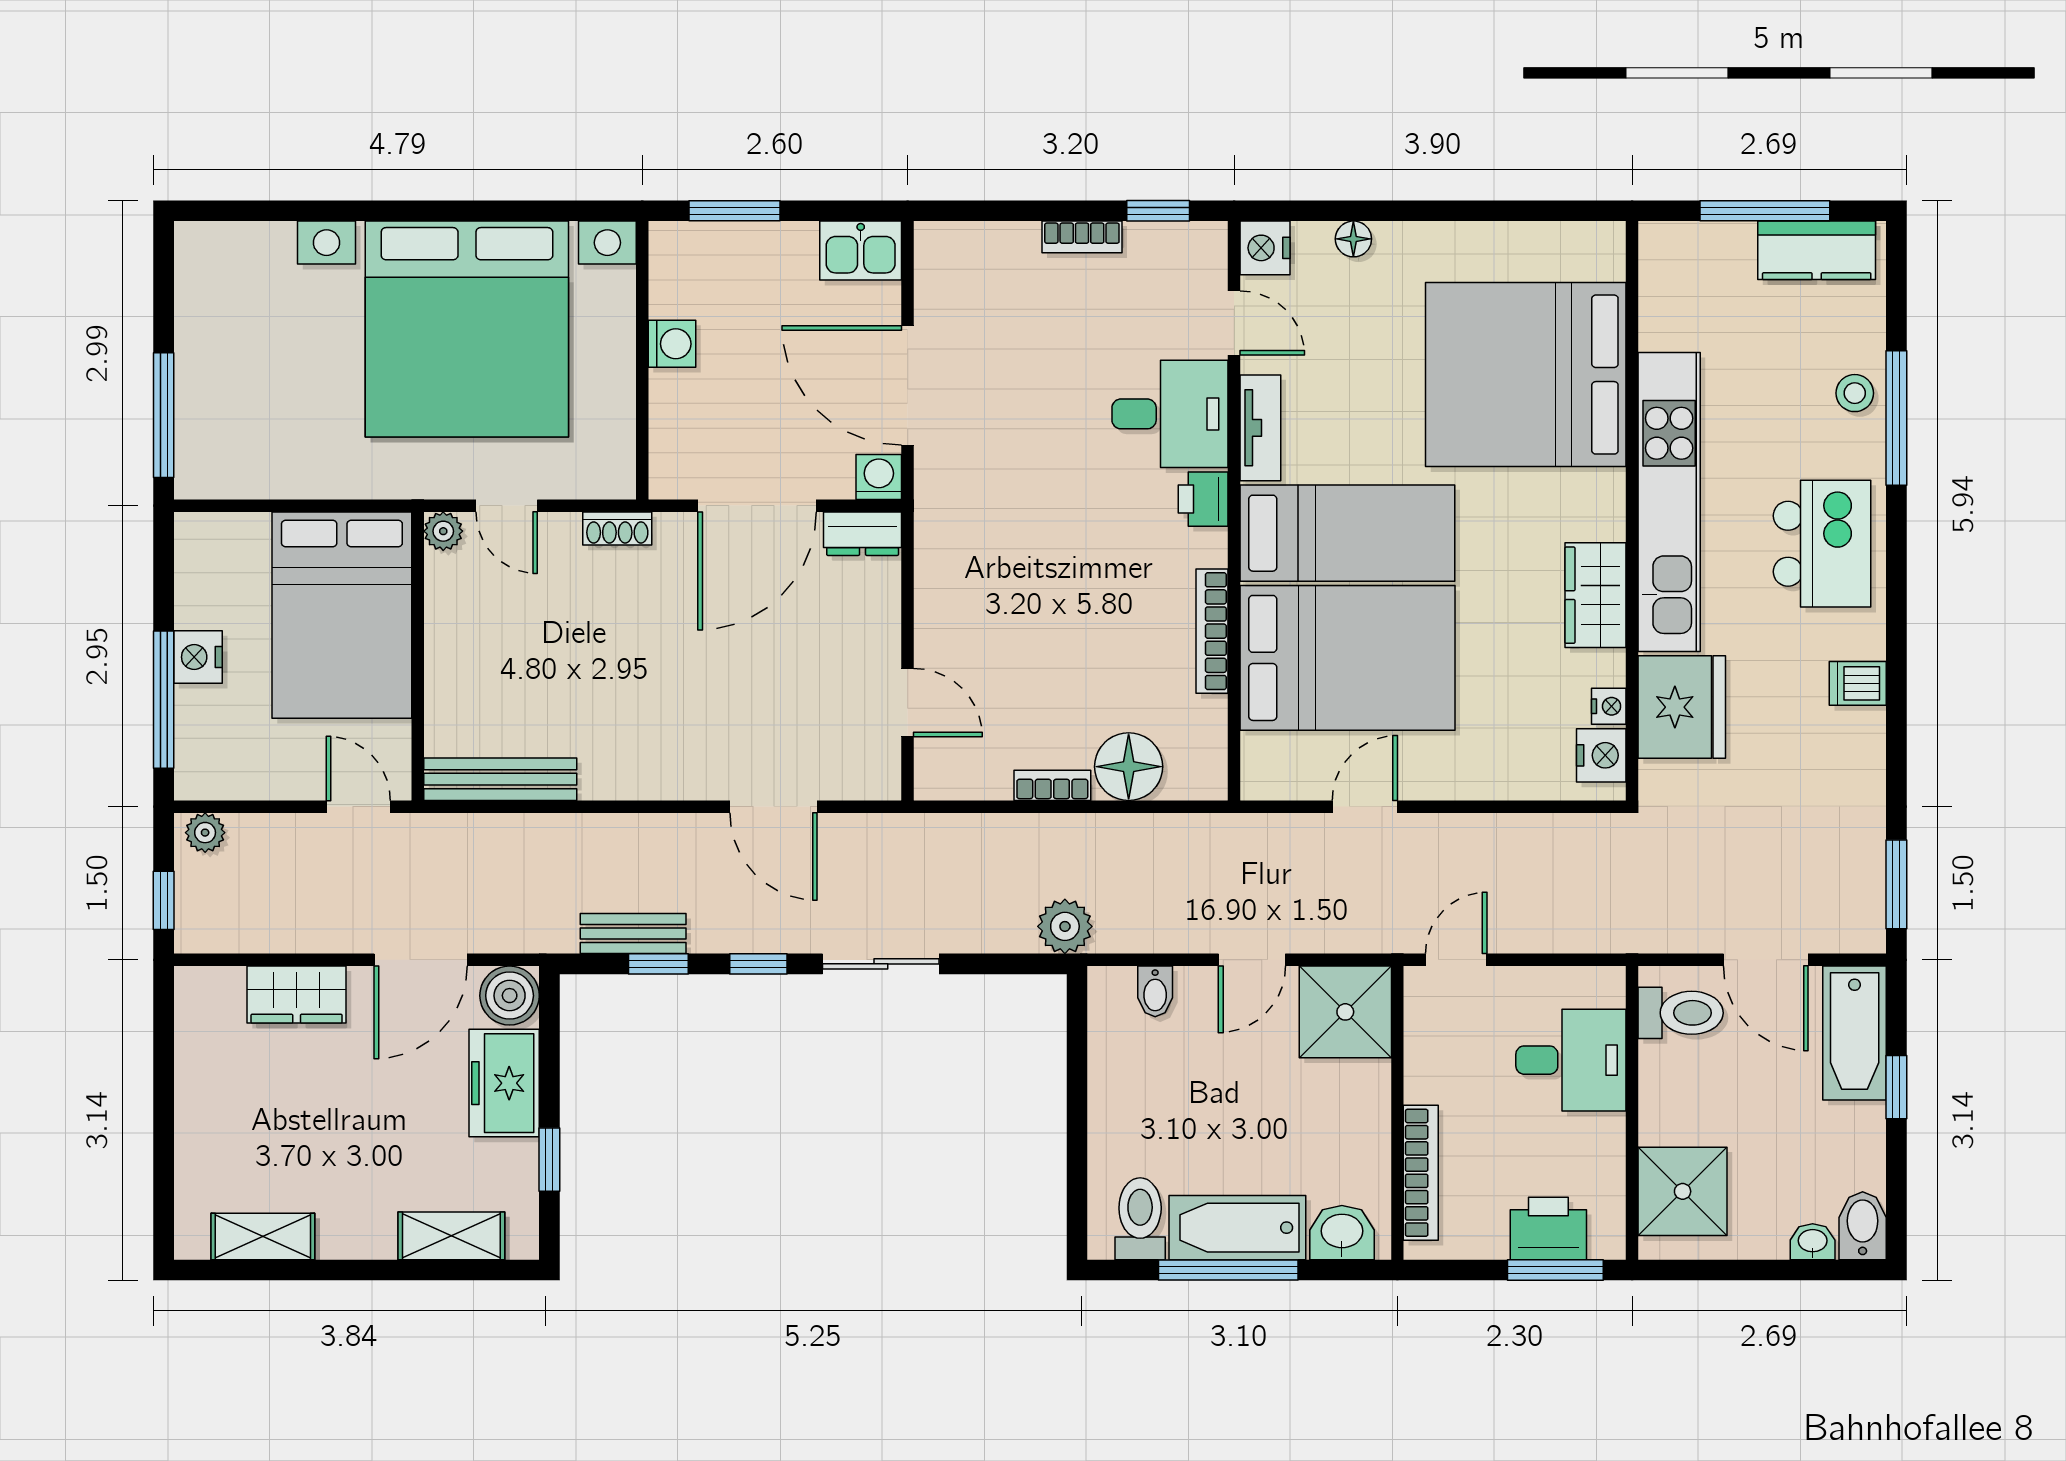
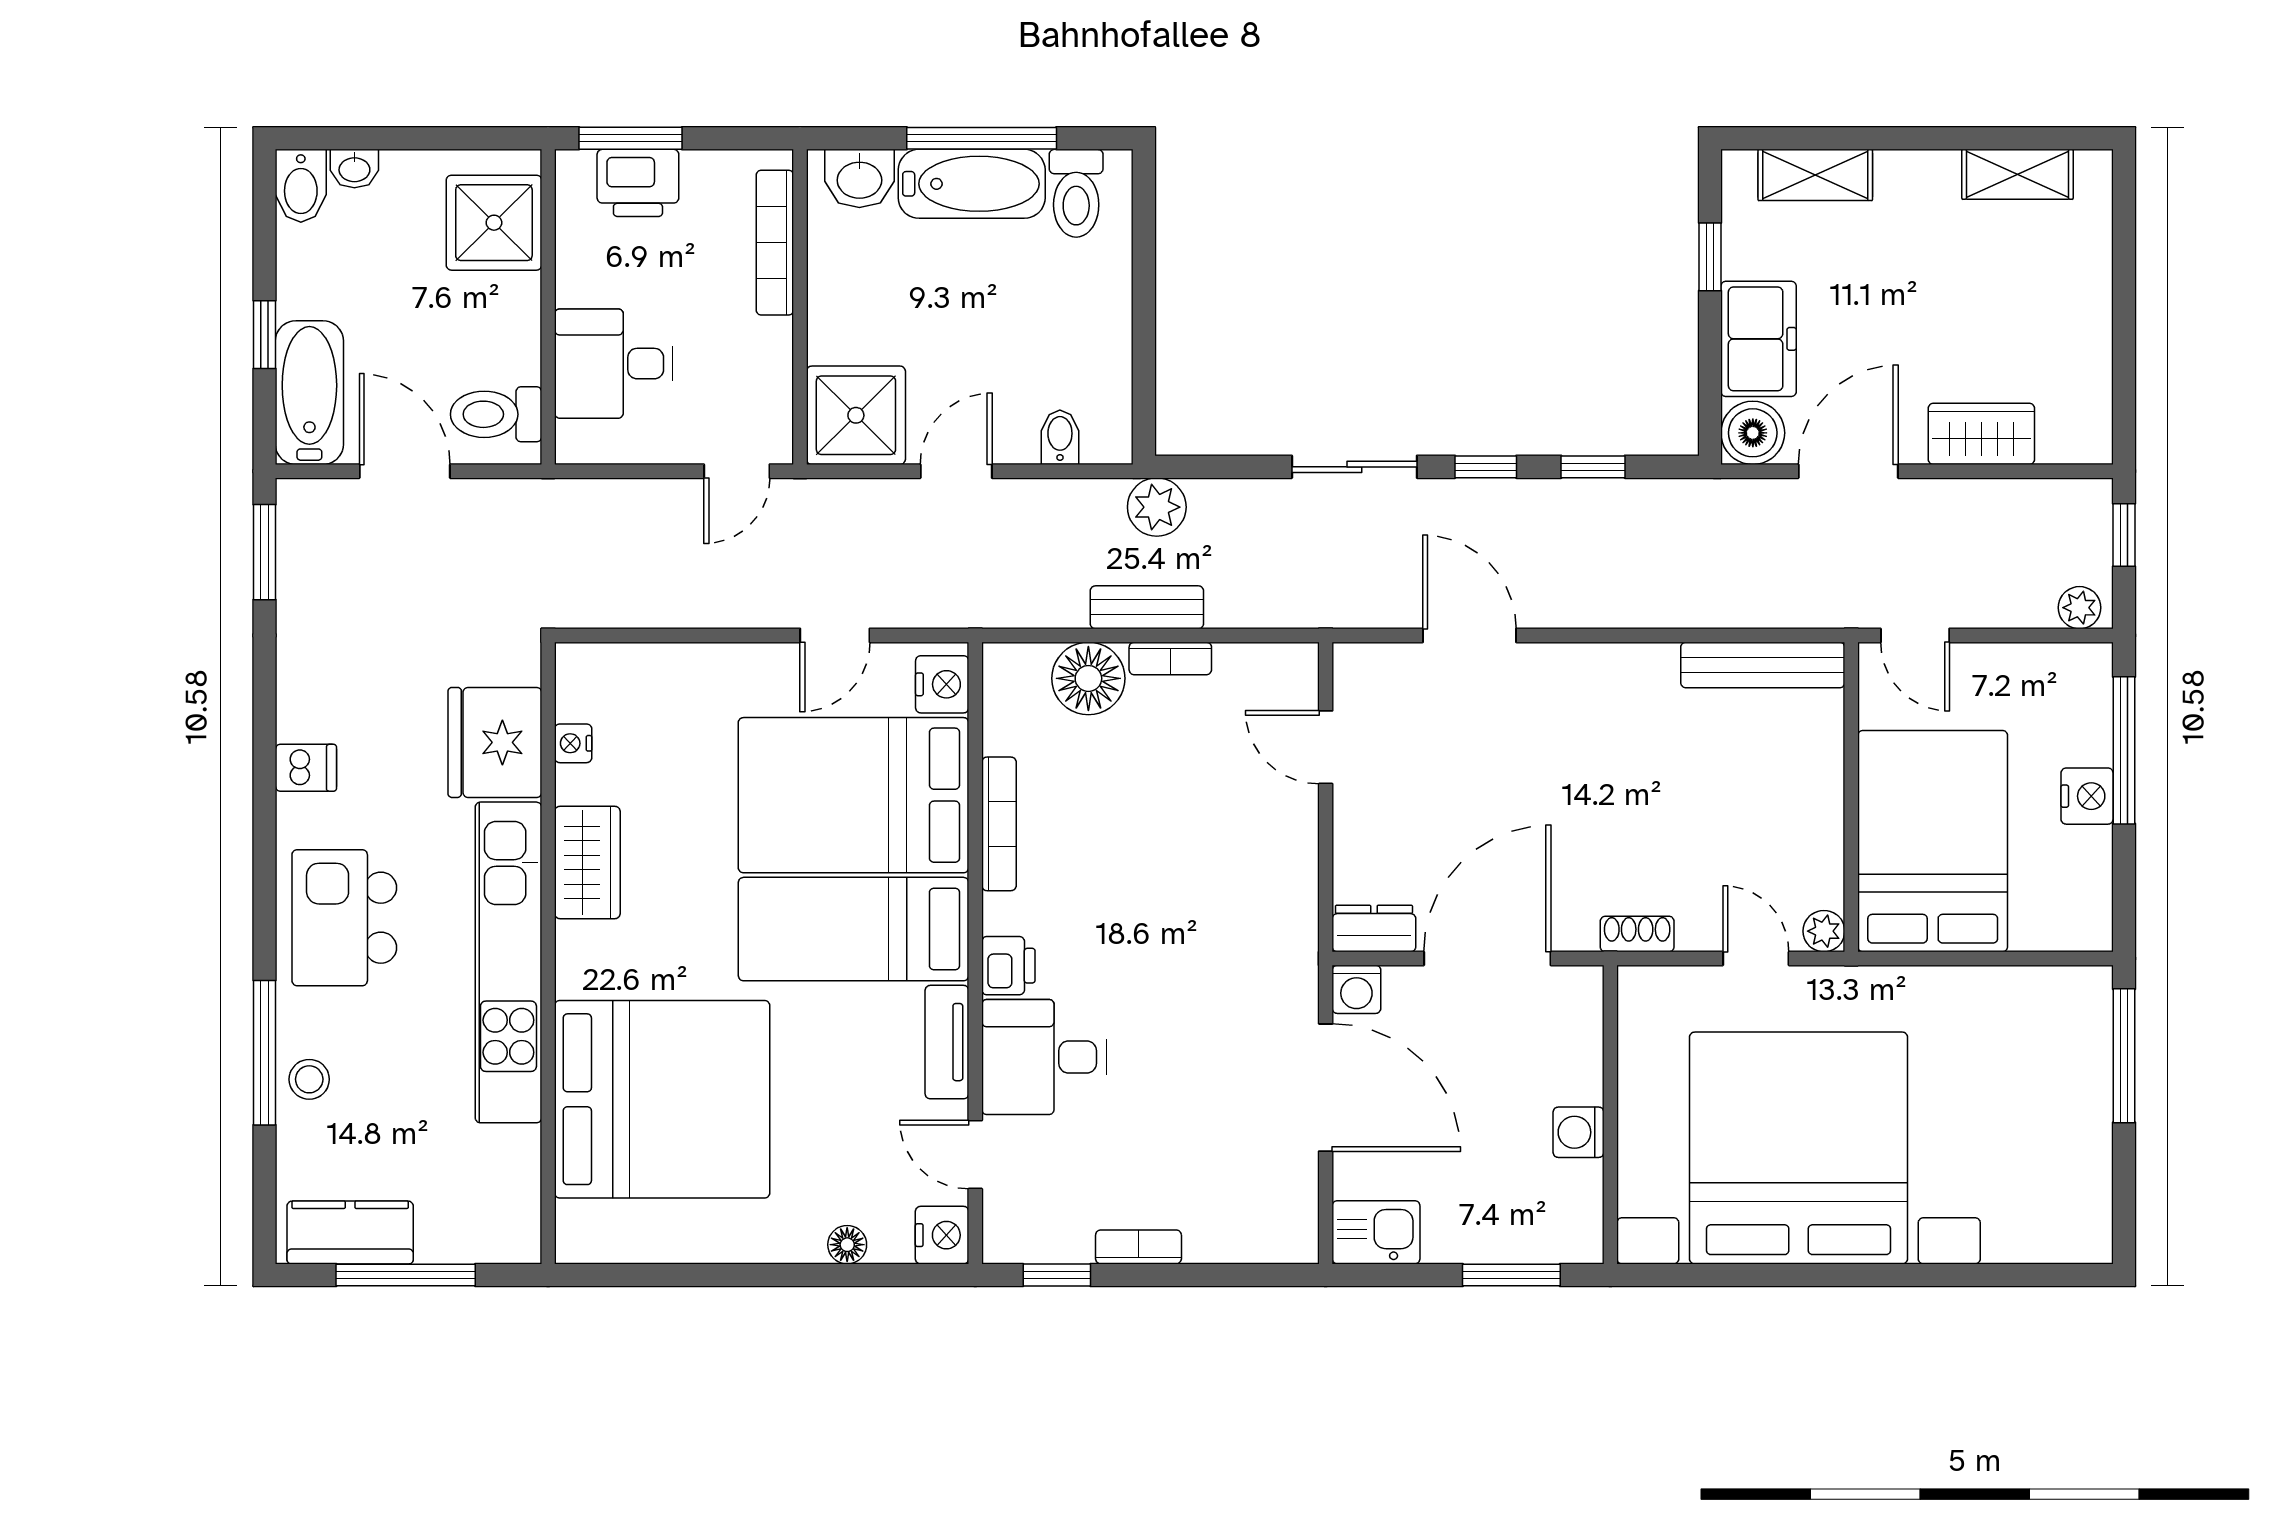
nightstand: (1601, 755) -> (942, 684), moved, turned 180
bench: (633, 934) -> (1147, 607), moved

